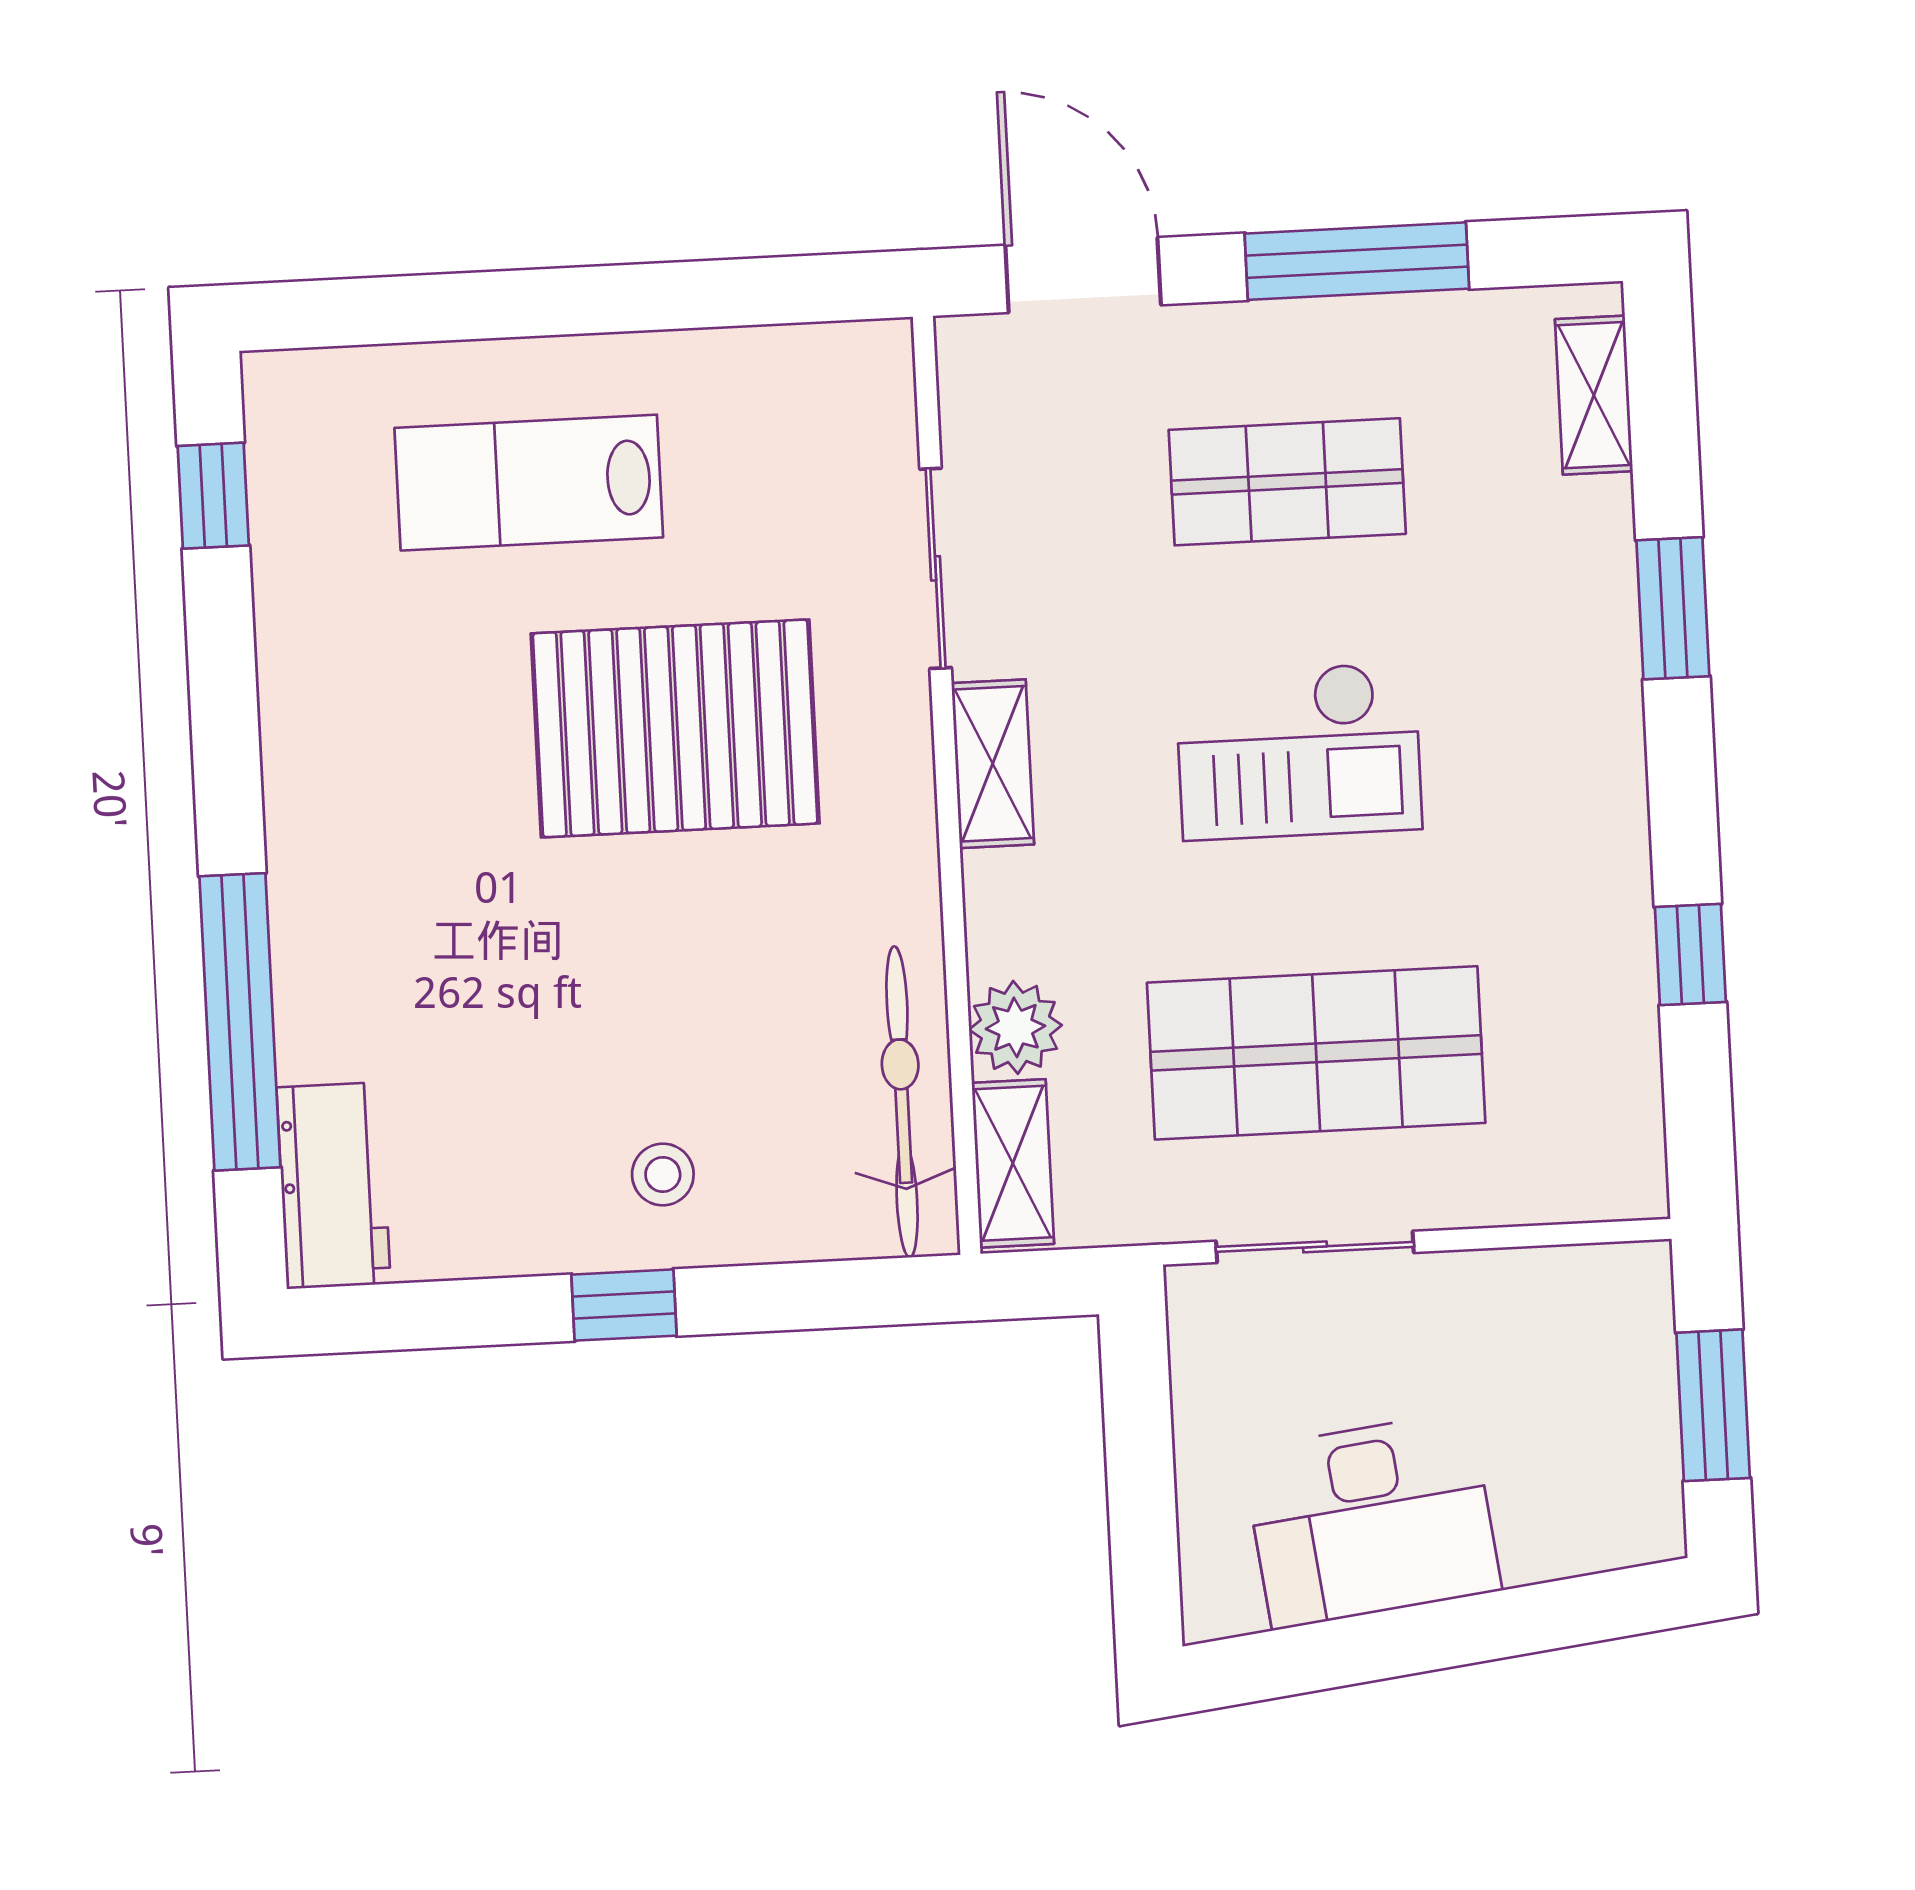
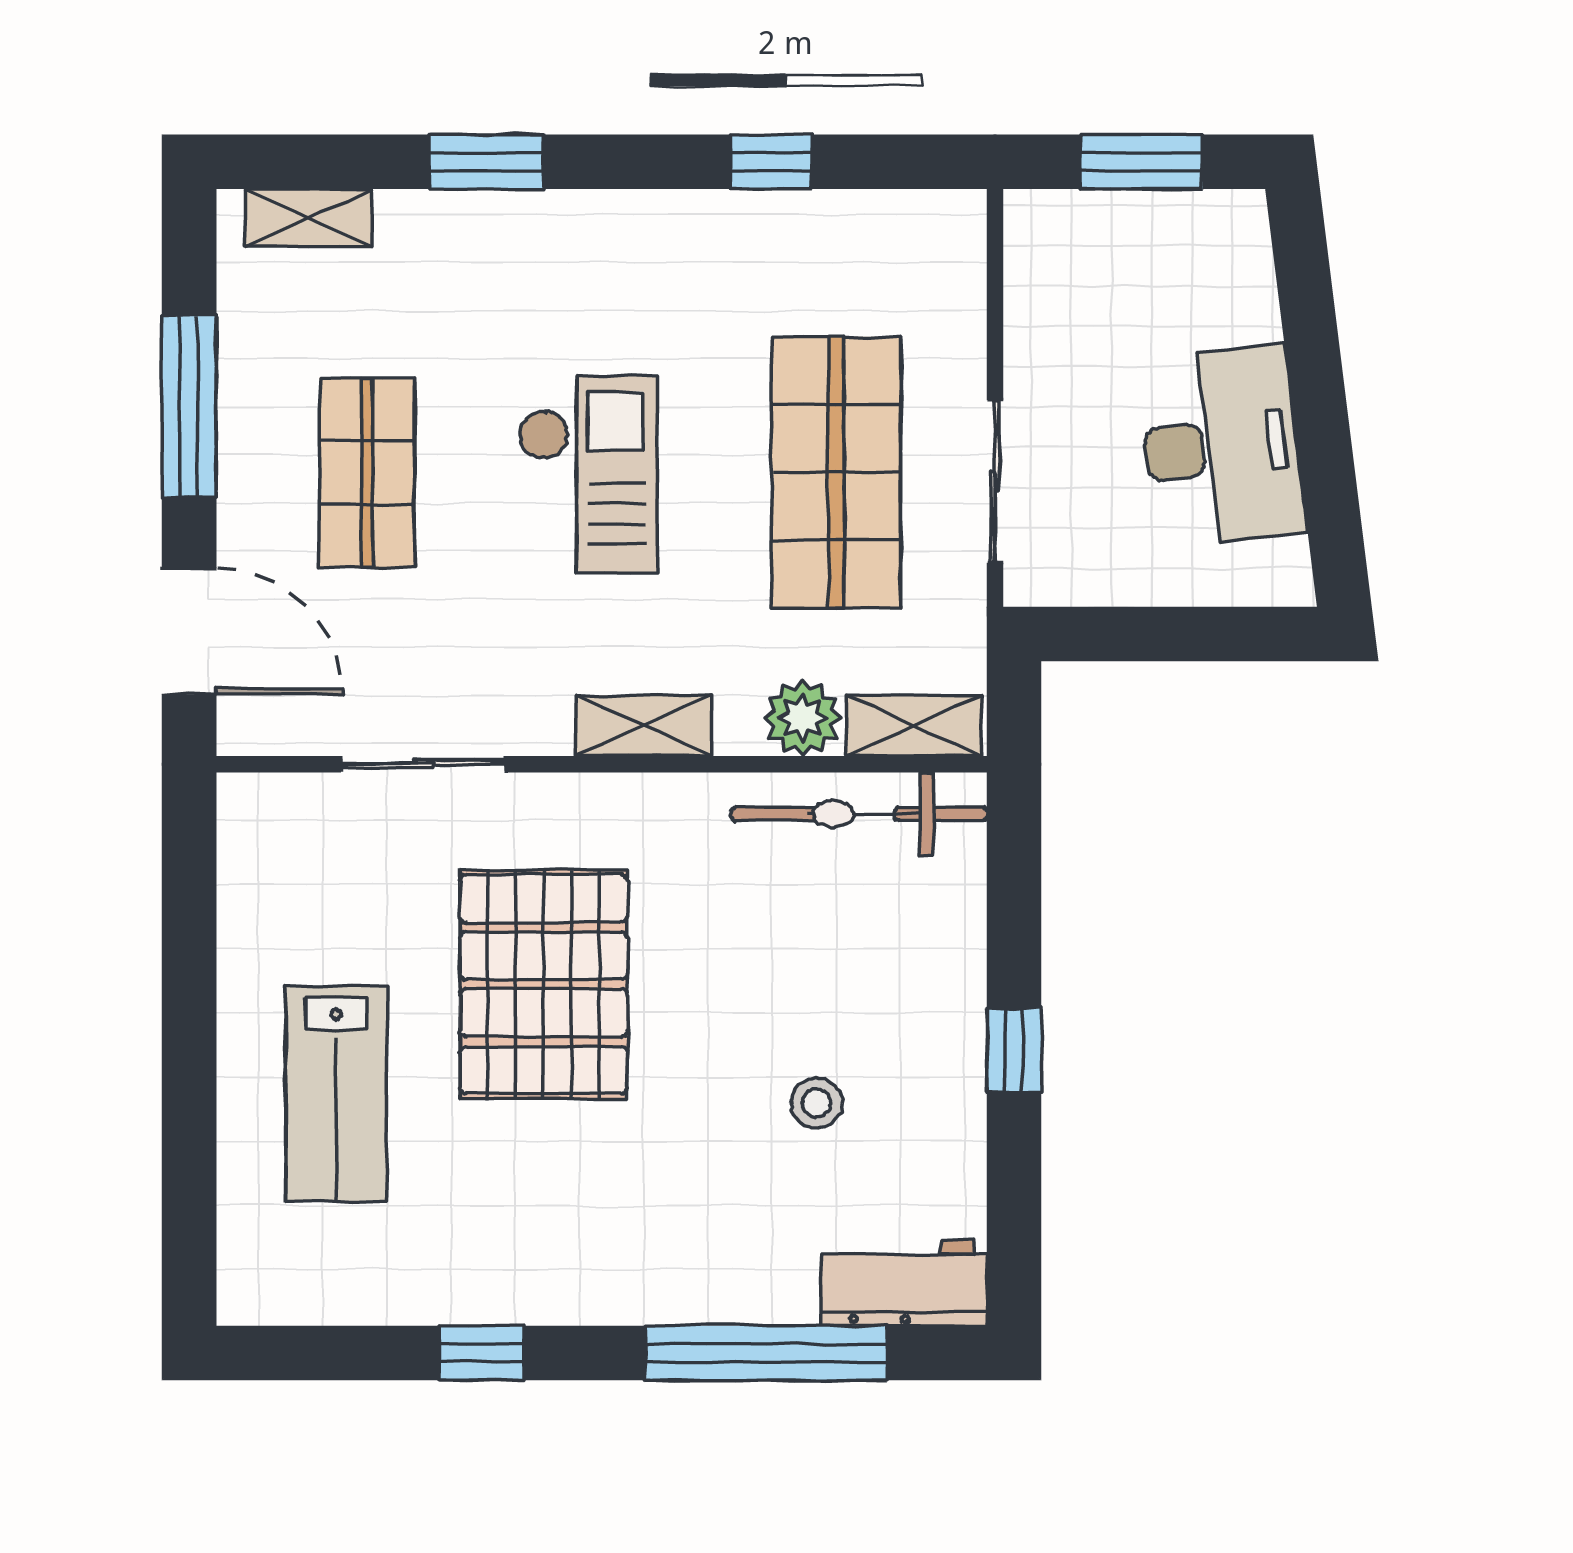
door: (1083, 275) -> (189, 631), swing flipped
window: (213, 496) -> (481, 1353), moved
shelving: (993, 764) -> (643, 726), moved
stool: (663, 1174) -> (817, 1103), moved

